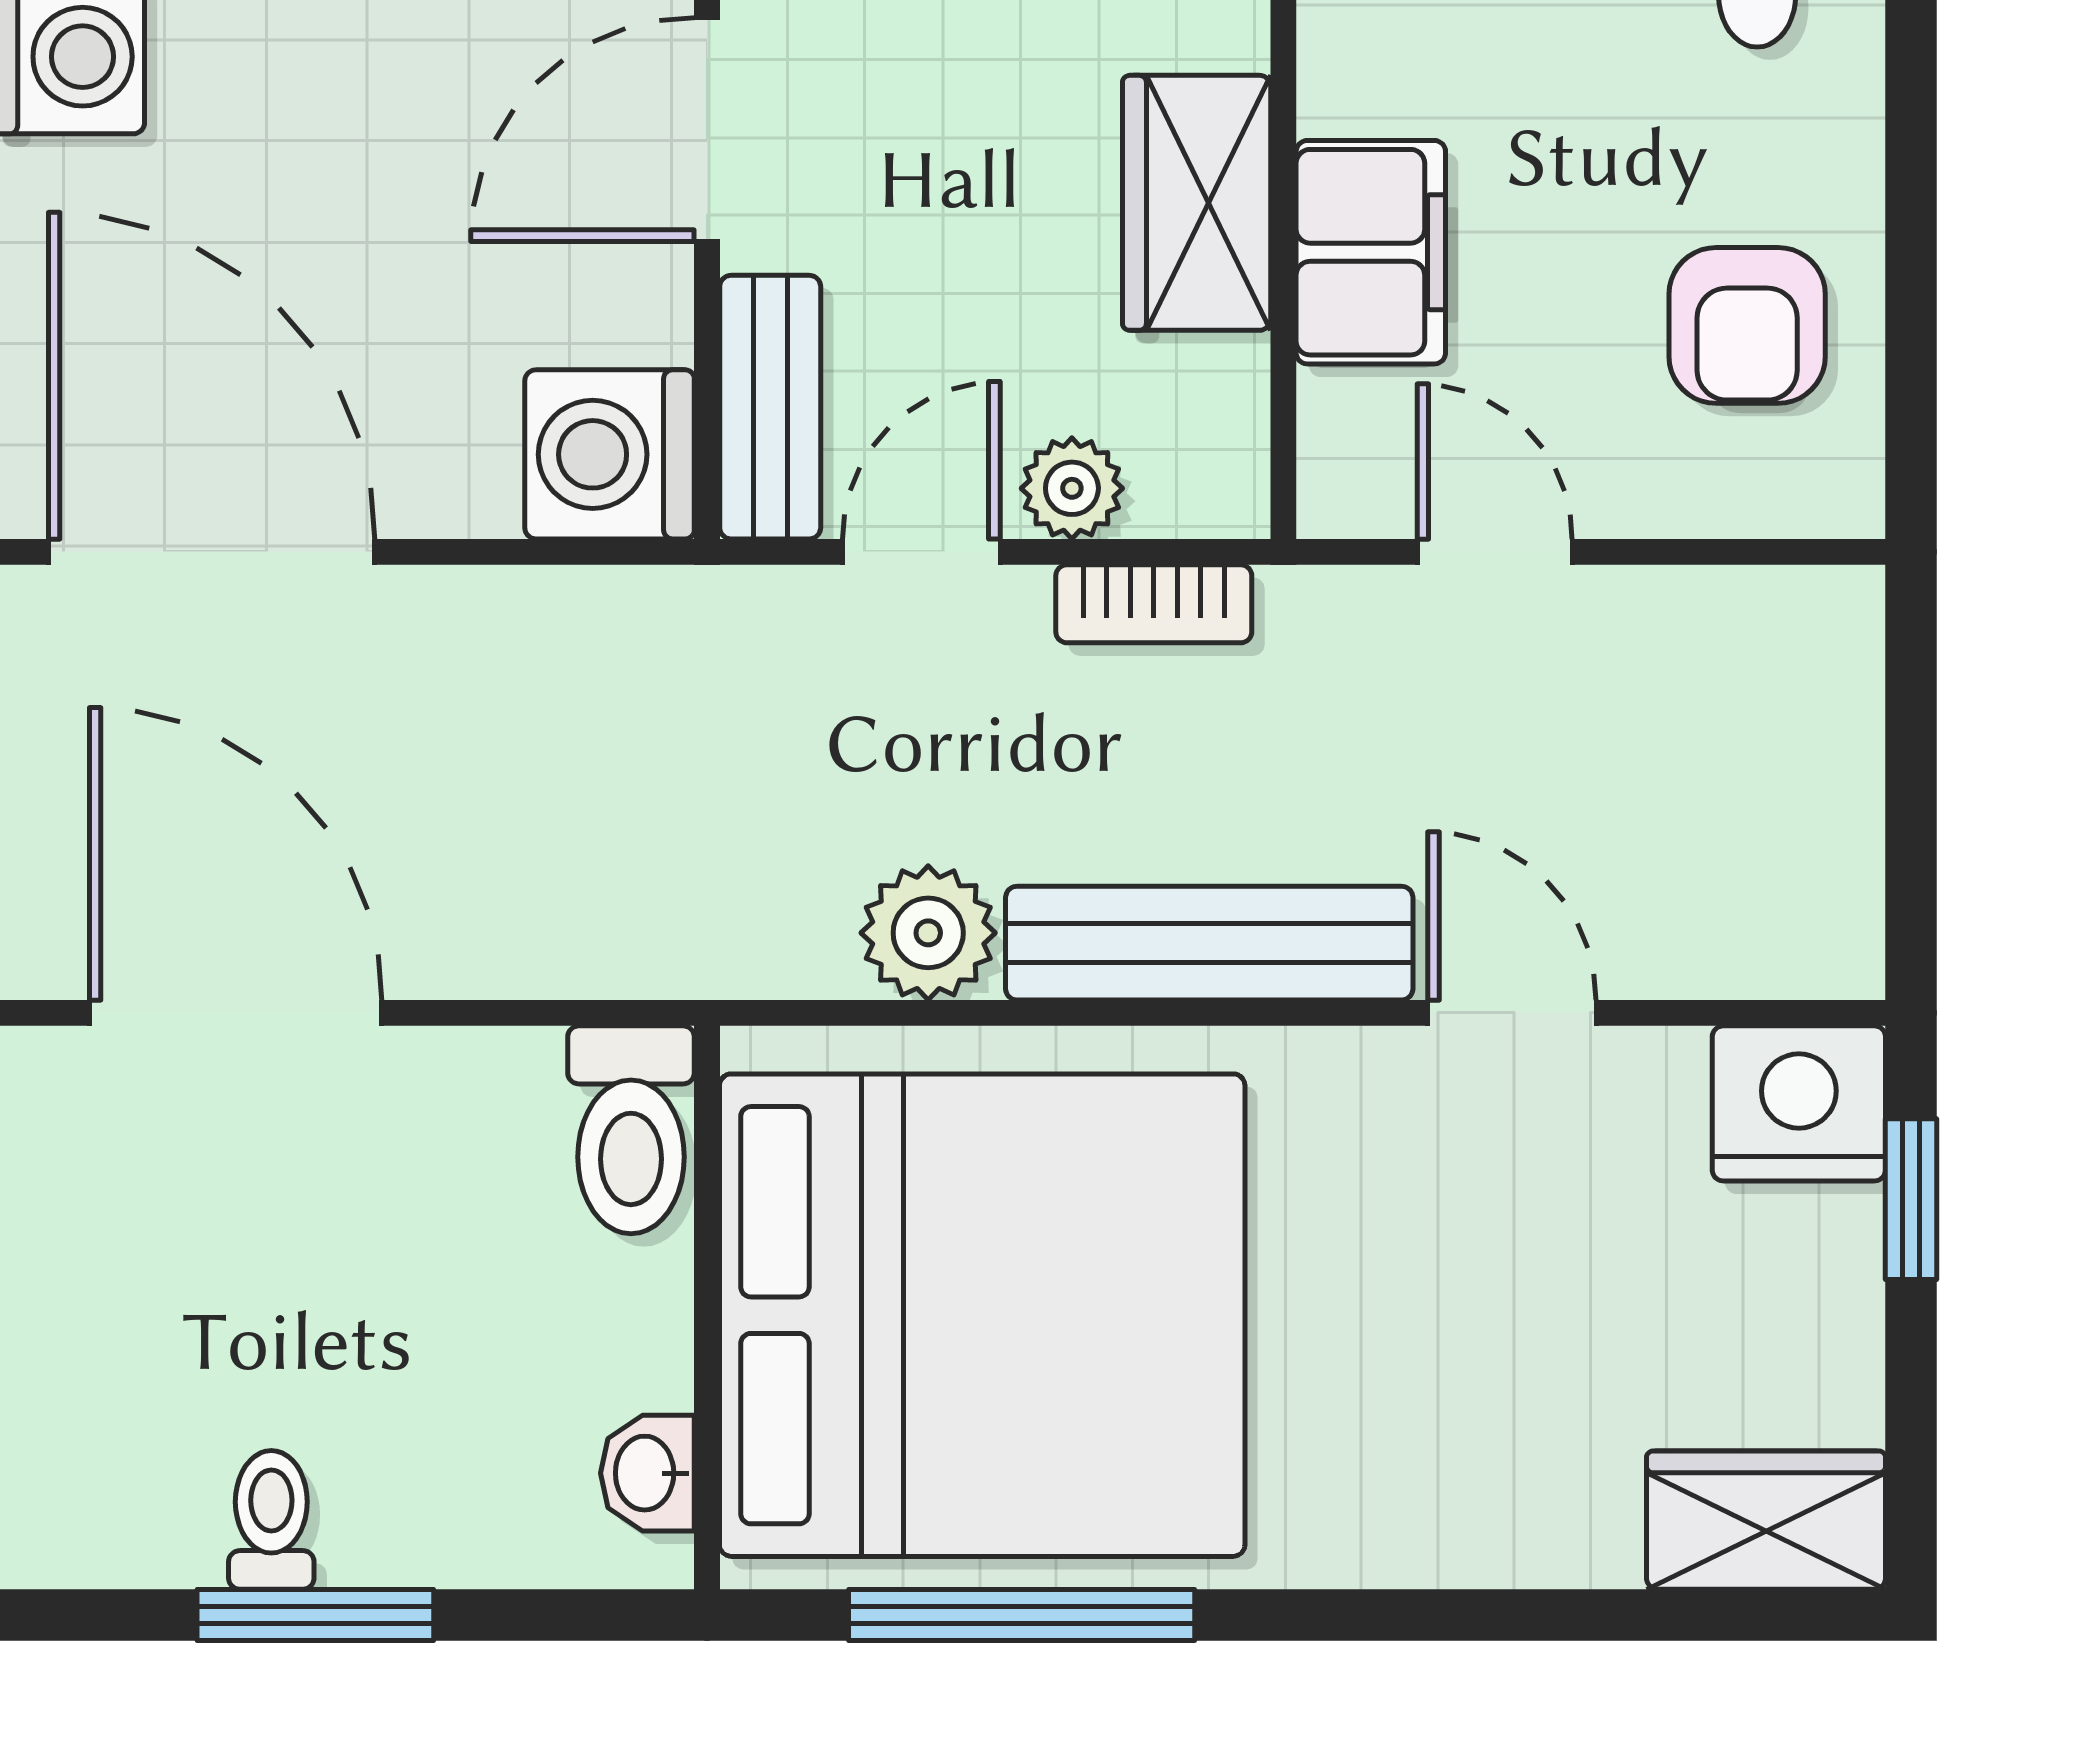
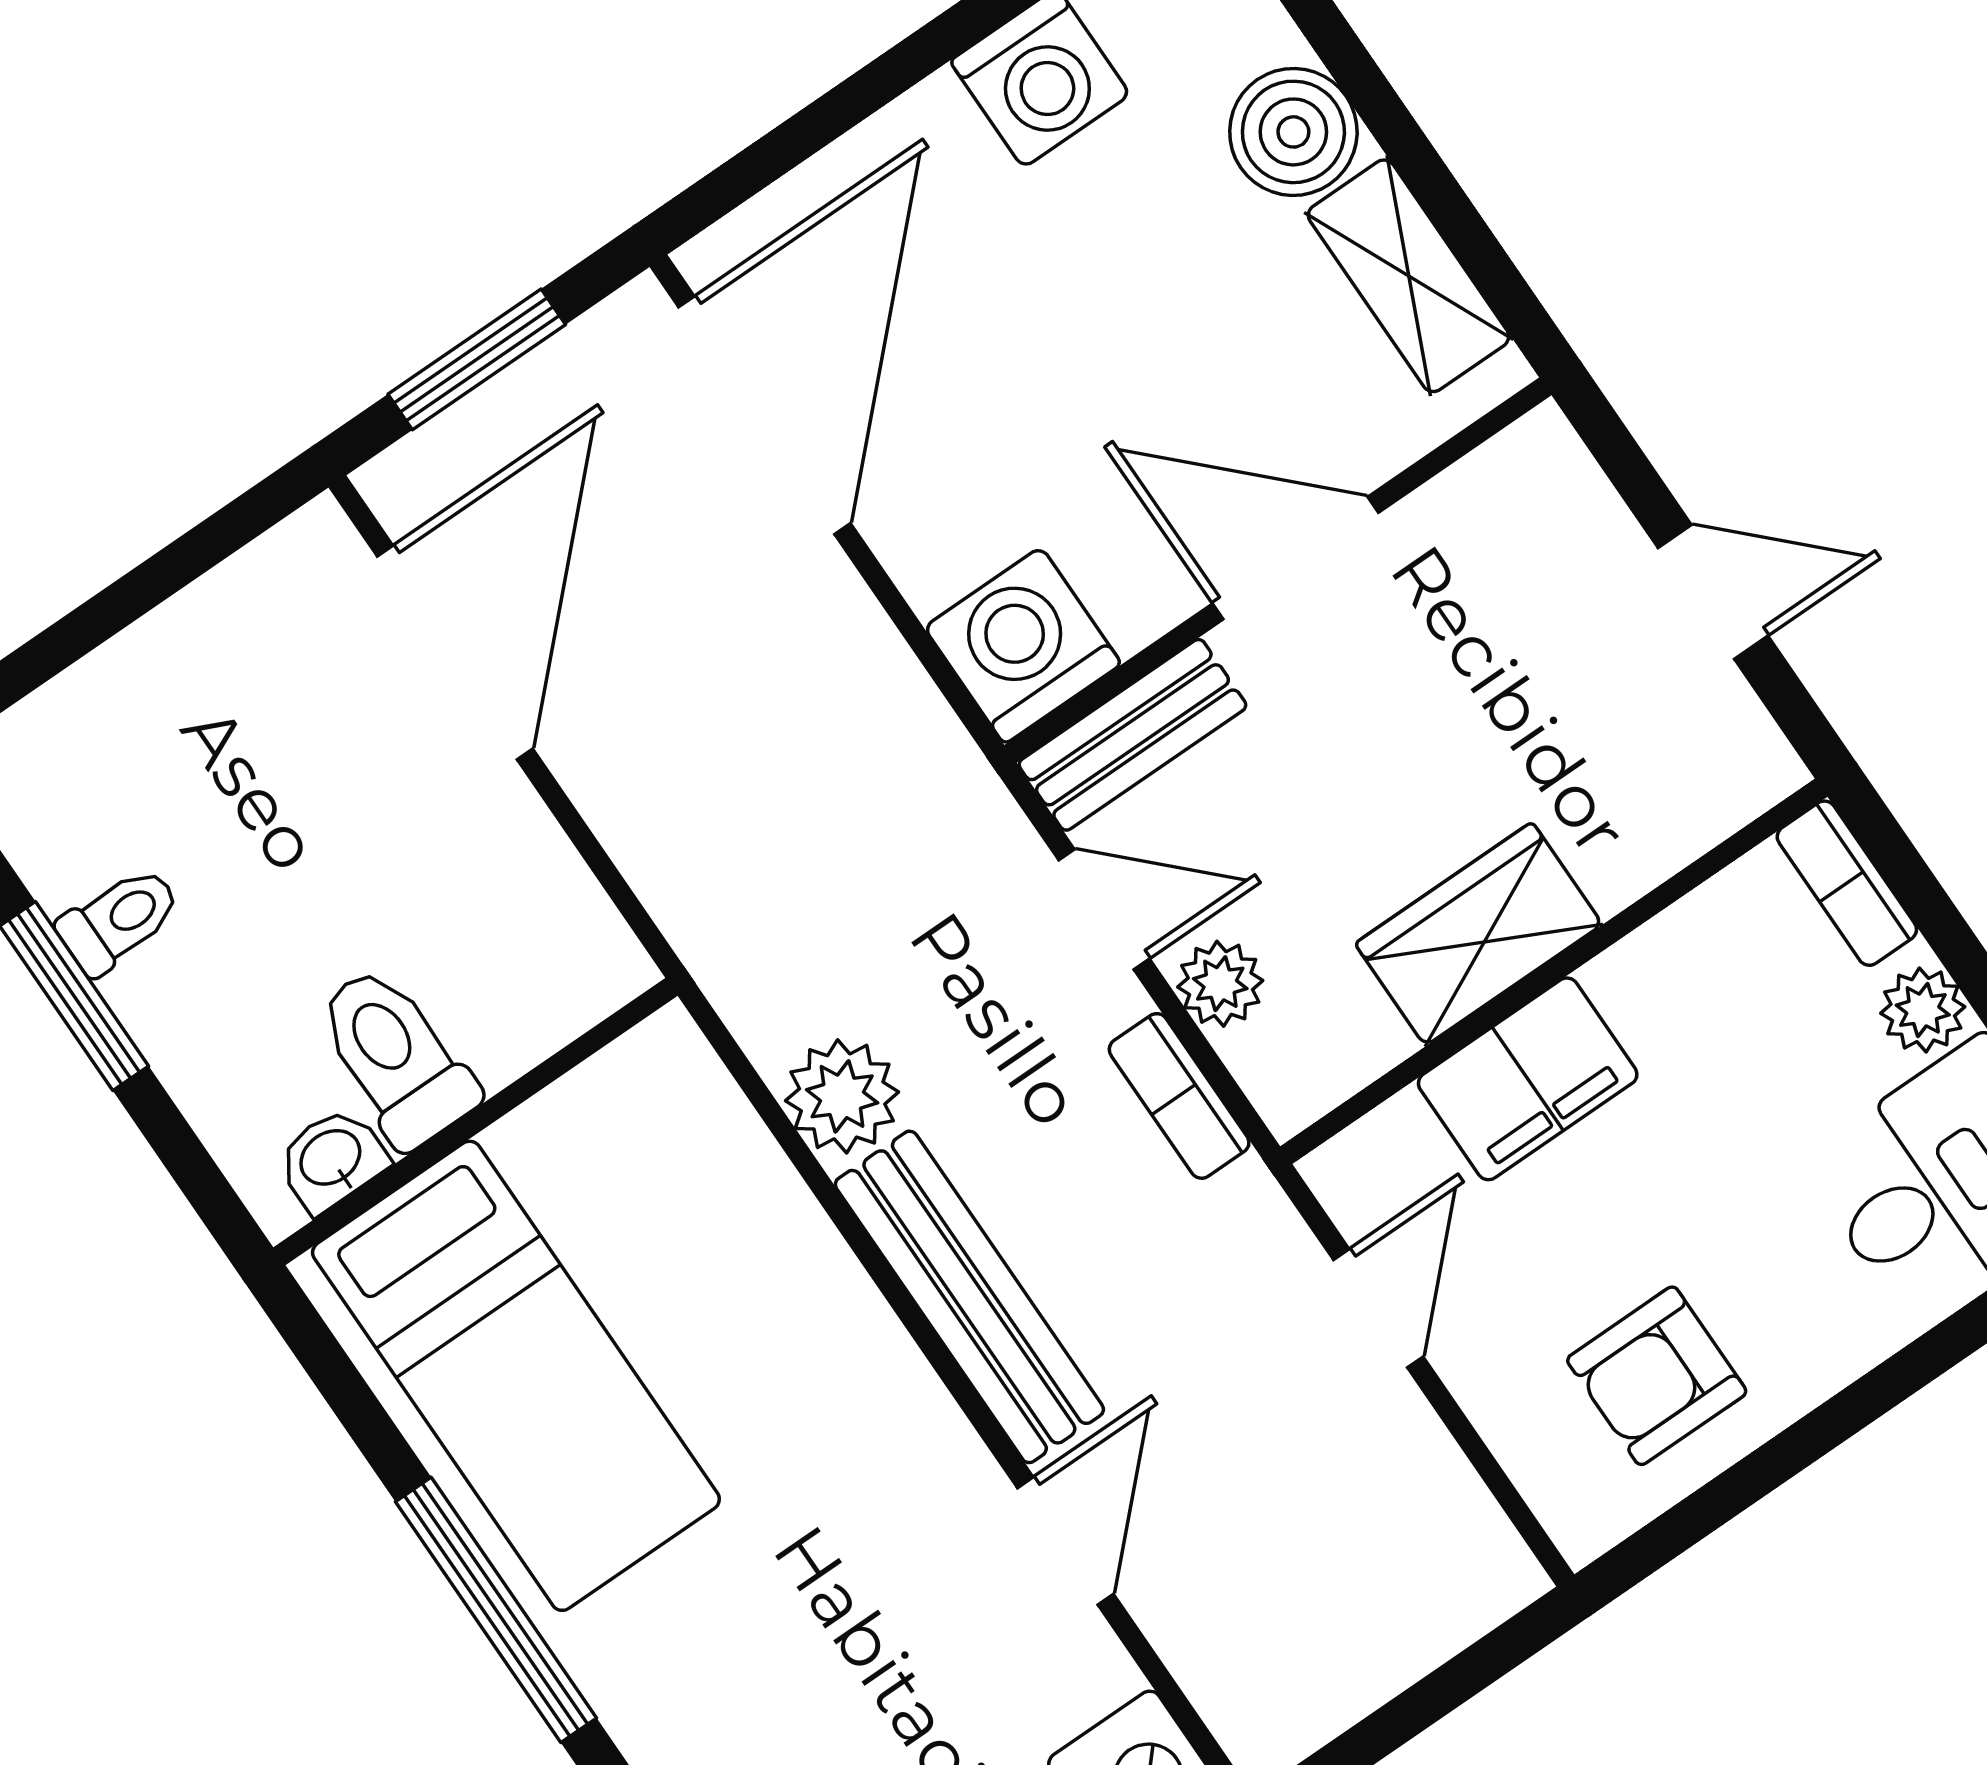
toilet: (631, 1130) -> (396, 1057), moved, turned 90
bed: (982, 1315) -> (516, 1376), width x0.49
window: (1022, 1615) -> (496, 1610), moved

